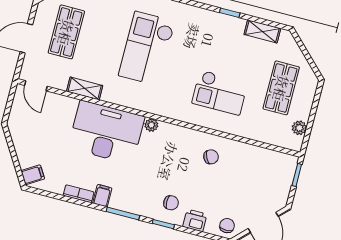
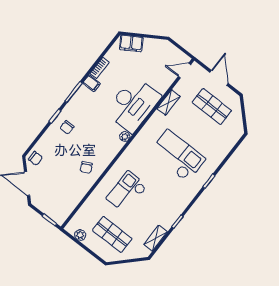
filing cabinet: (33, 175) -> (131, 43), width x2.00
printer: (195, 220) -> (48, 138), removed

